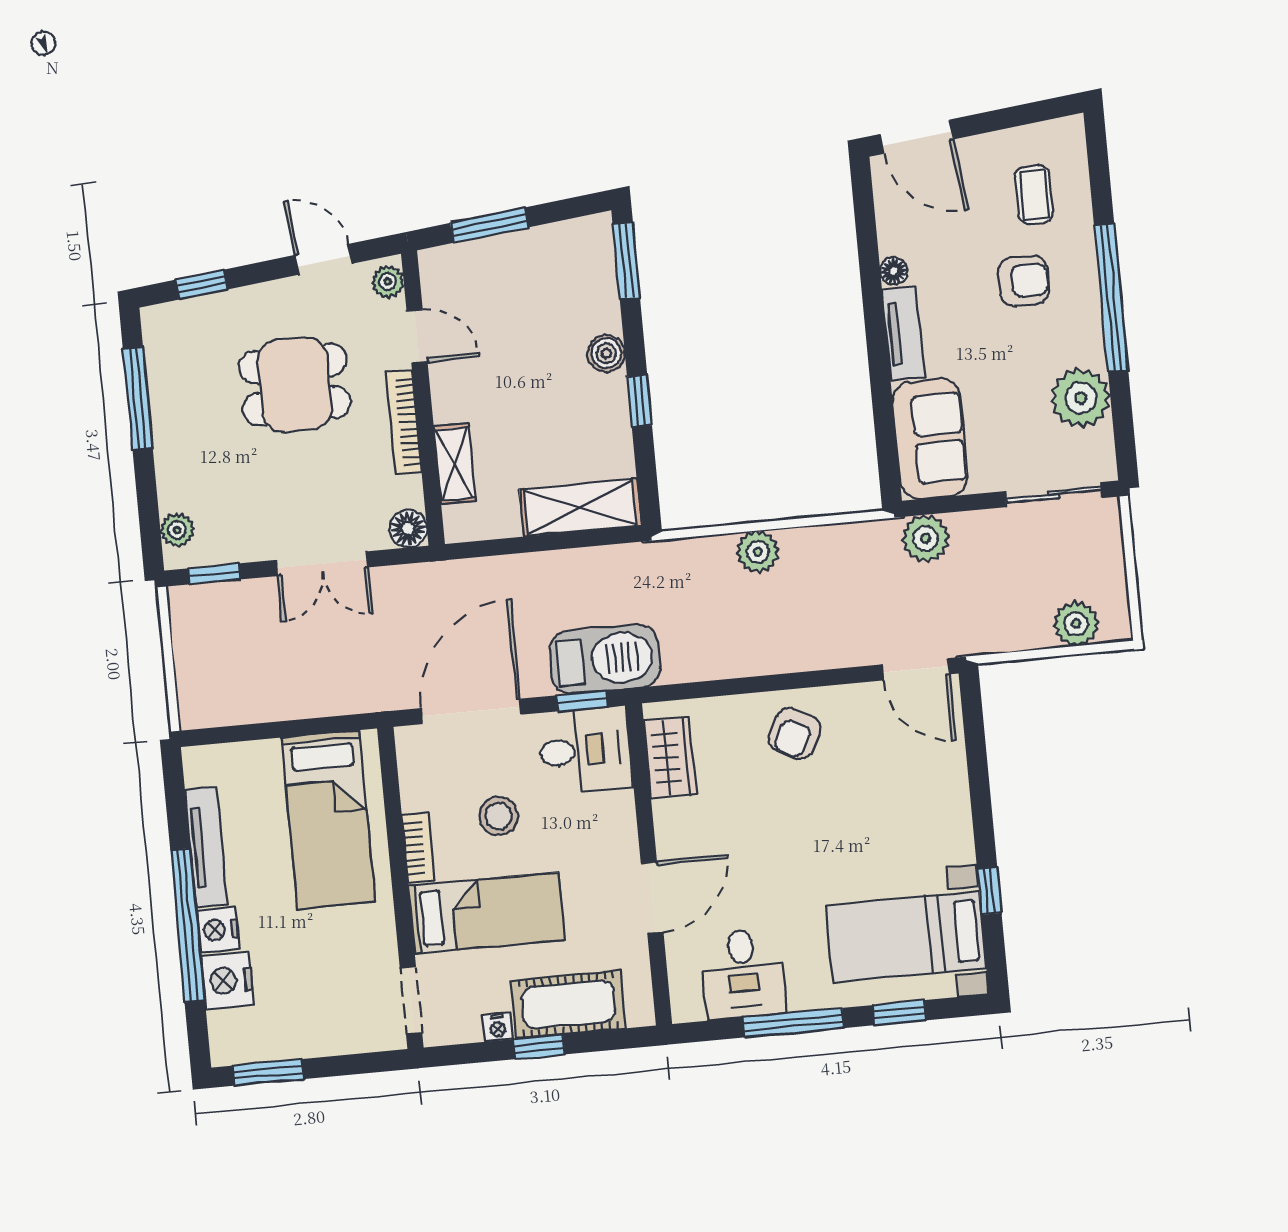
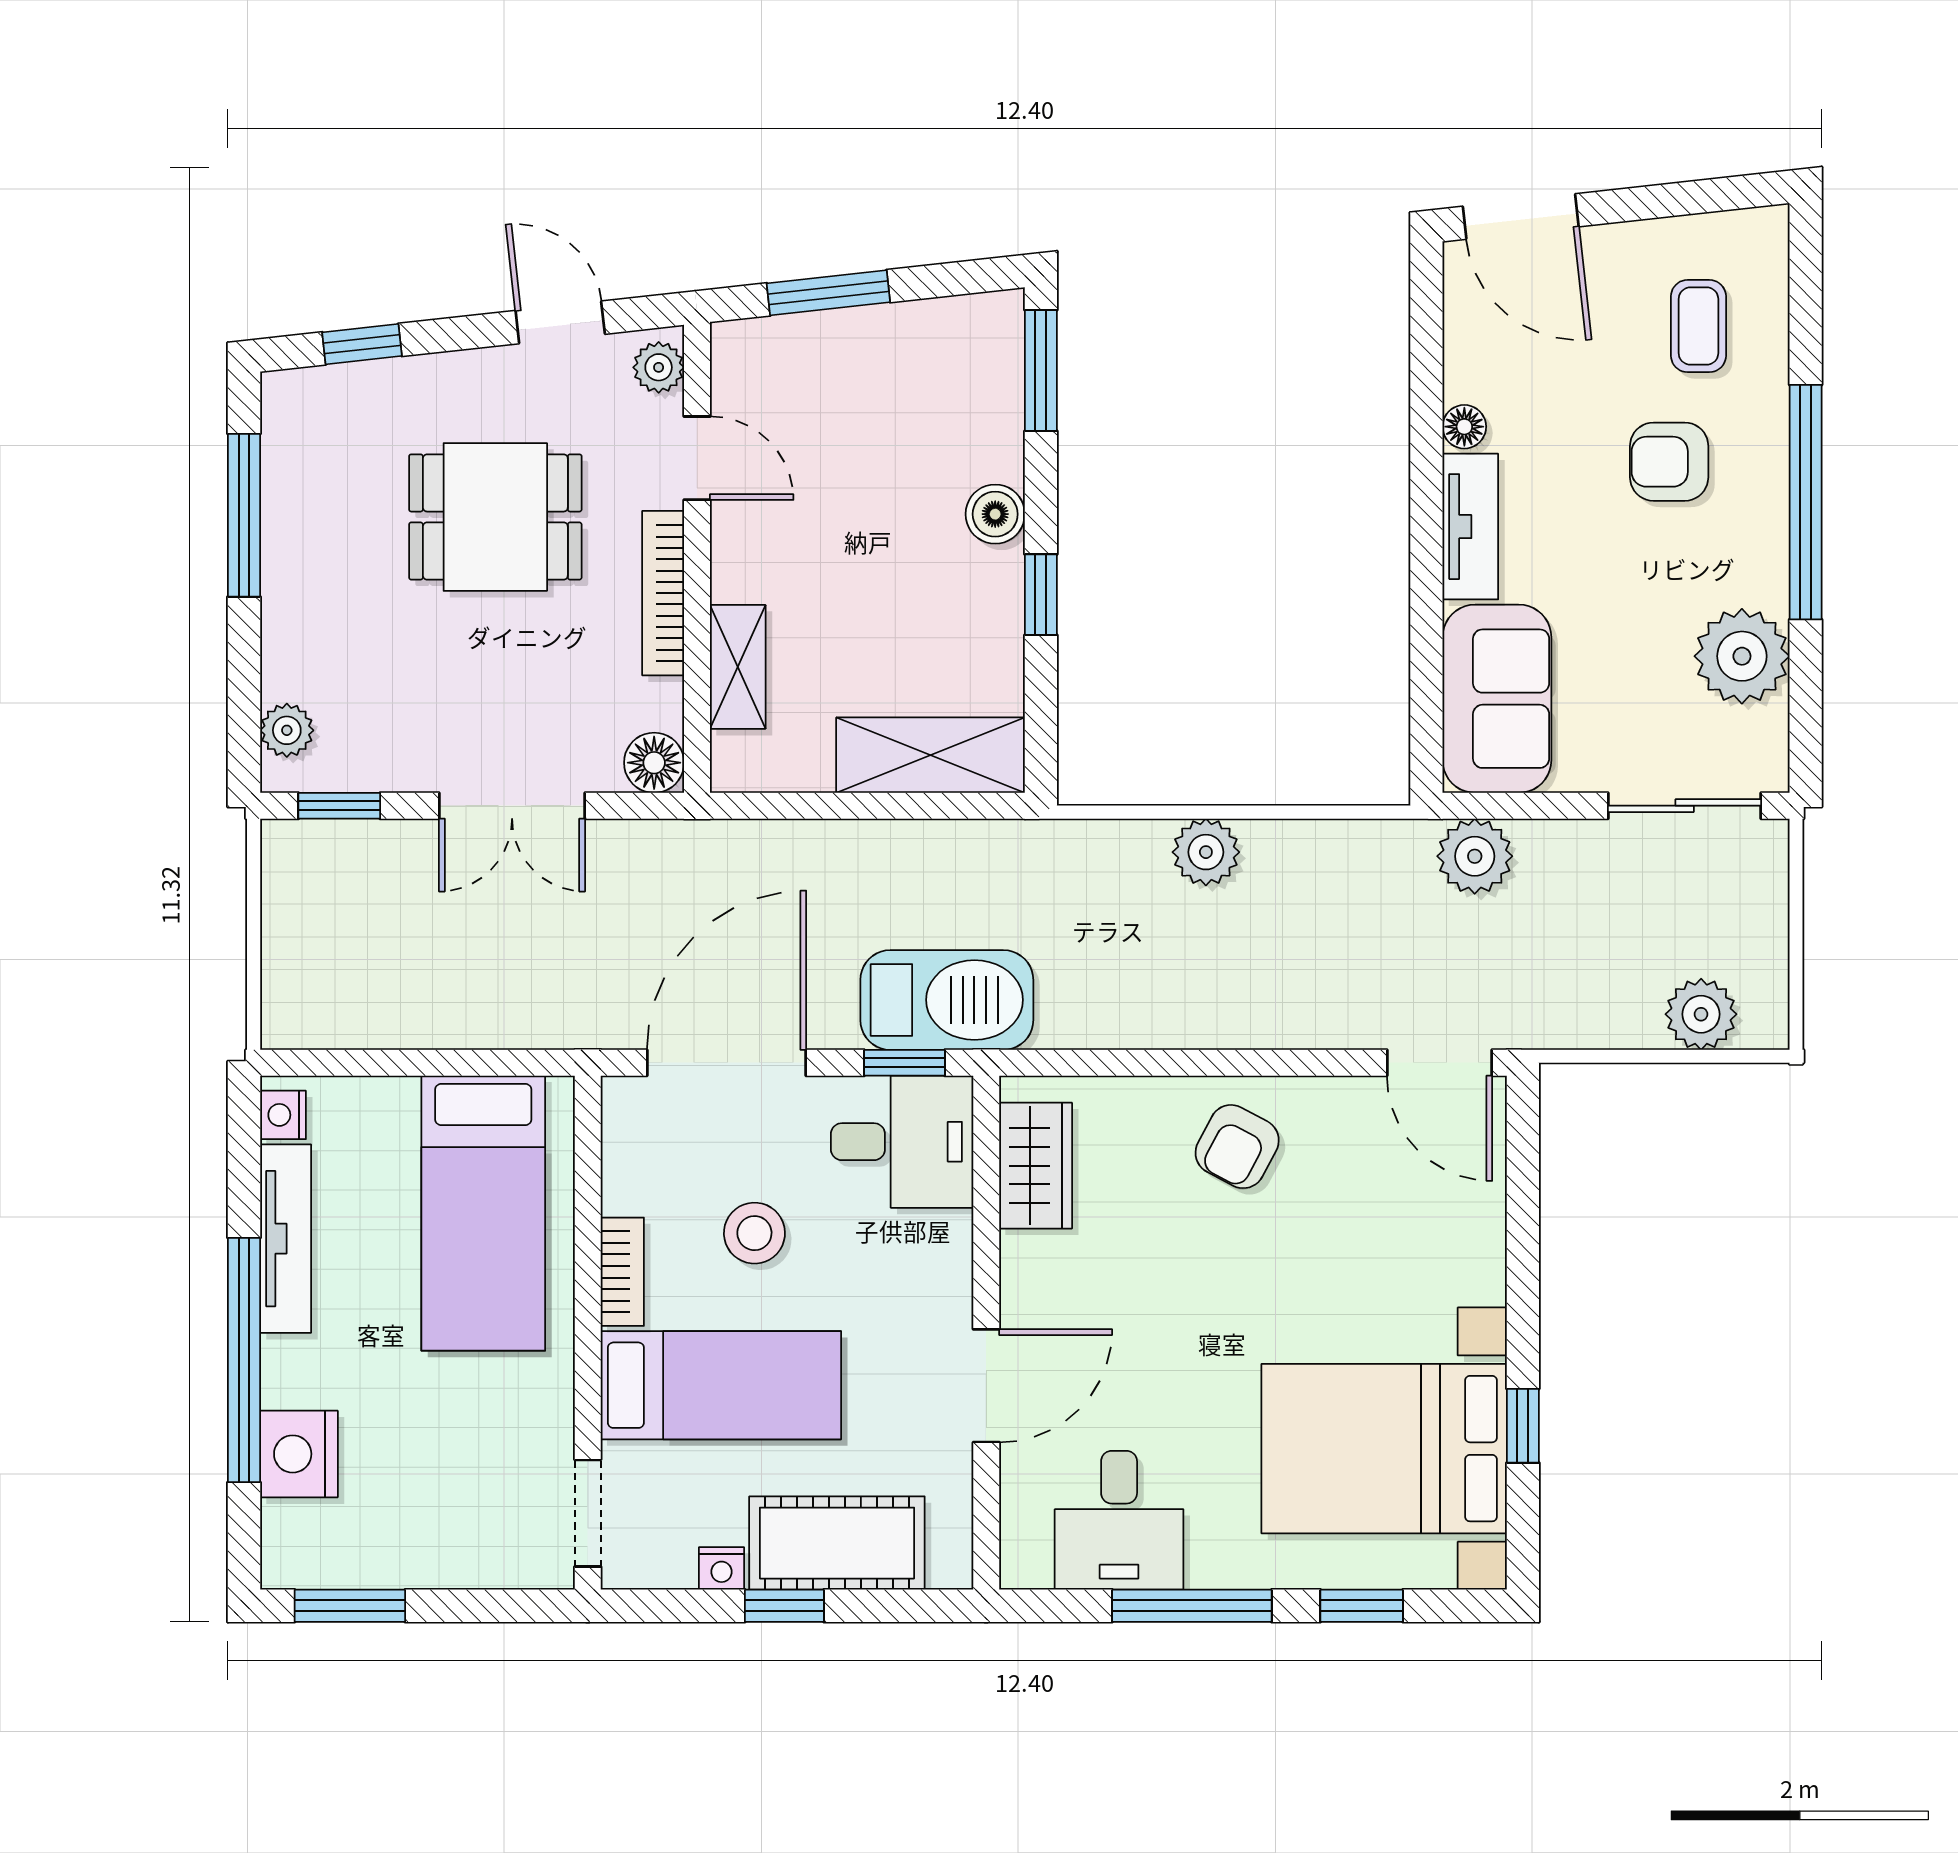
armchair: (1024, 281) -> (1669, 462), turned 180
nightstand: (218, 930) -> (283, 1115), moved, width x0.72, depth x0.74
bed with nightstands: (906, 937) -> (1384, 1449), width x1.36

